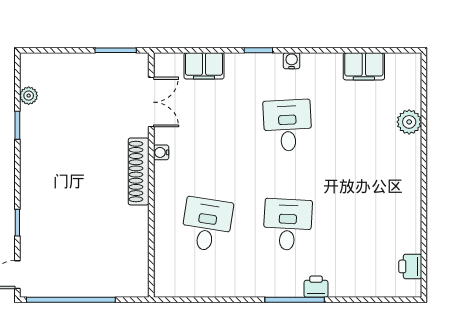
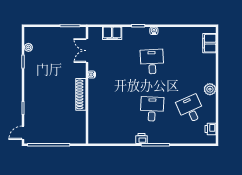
filing cabinet: (364, 66) -> (209, 43), moved, turned 90
double door: (151, 102) -> (87, 51), swing flipped
plant: (409, 122) -> (210, 89), moved
shoe rack: (139, 171) -> (81, 94), moved
desk: (207, 225) -> (190, 109), moved, turned -33
printer: (316, 287) -> (141, 139), moved

